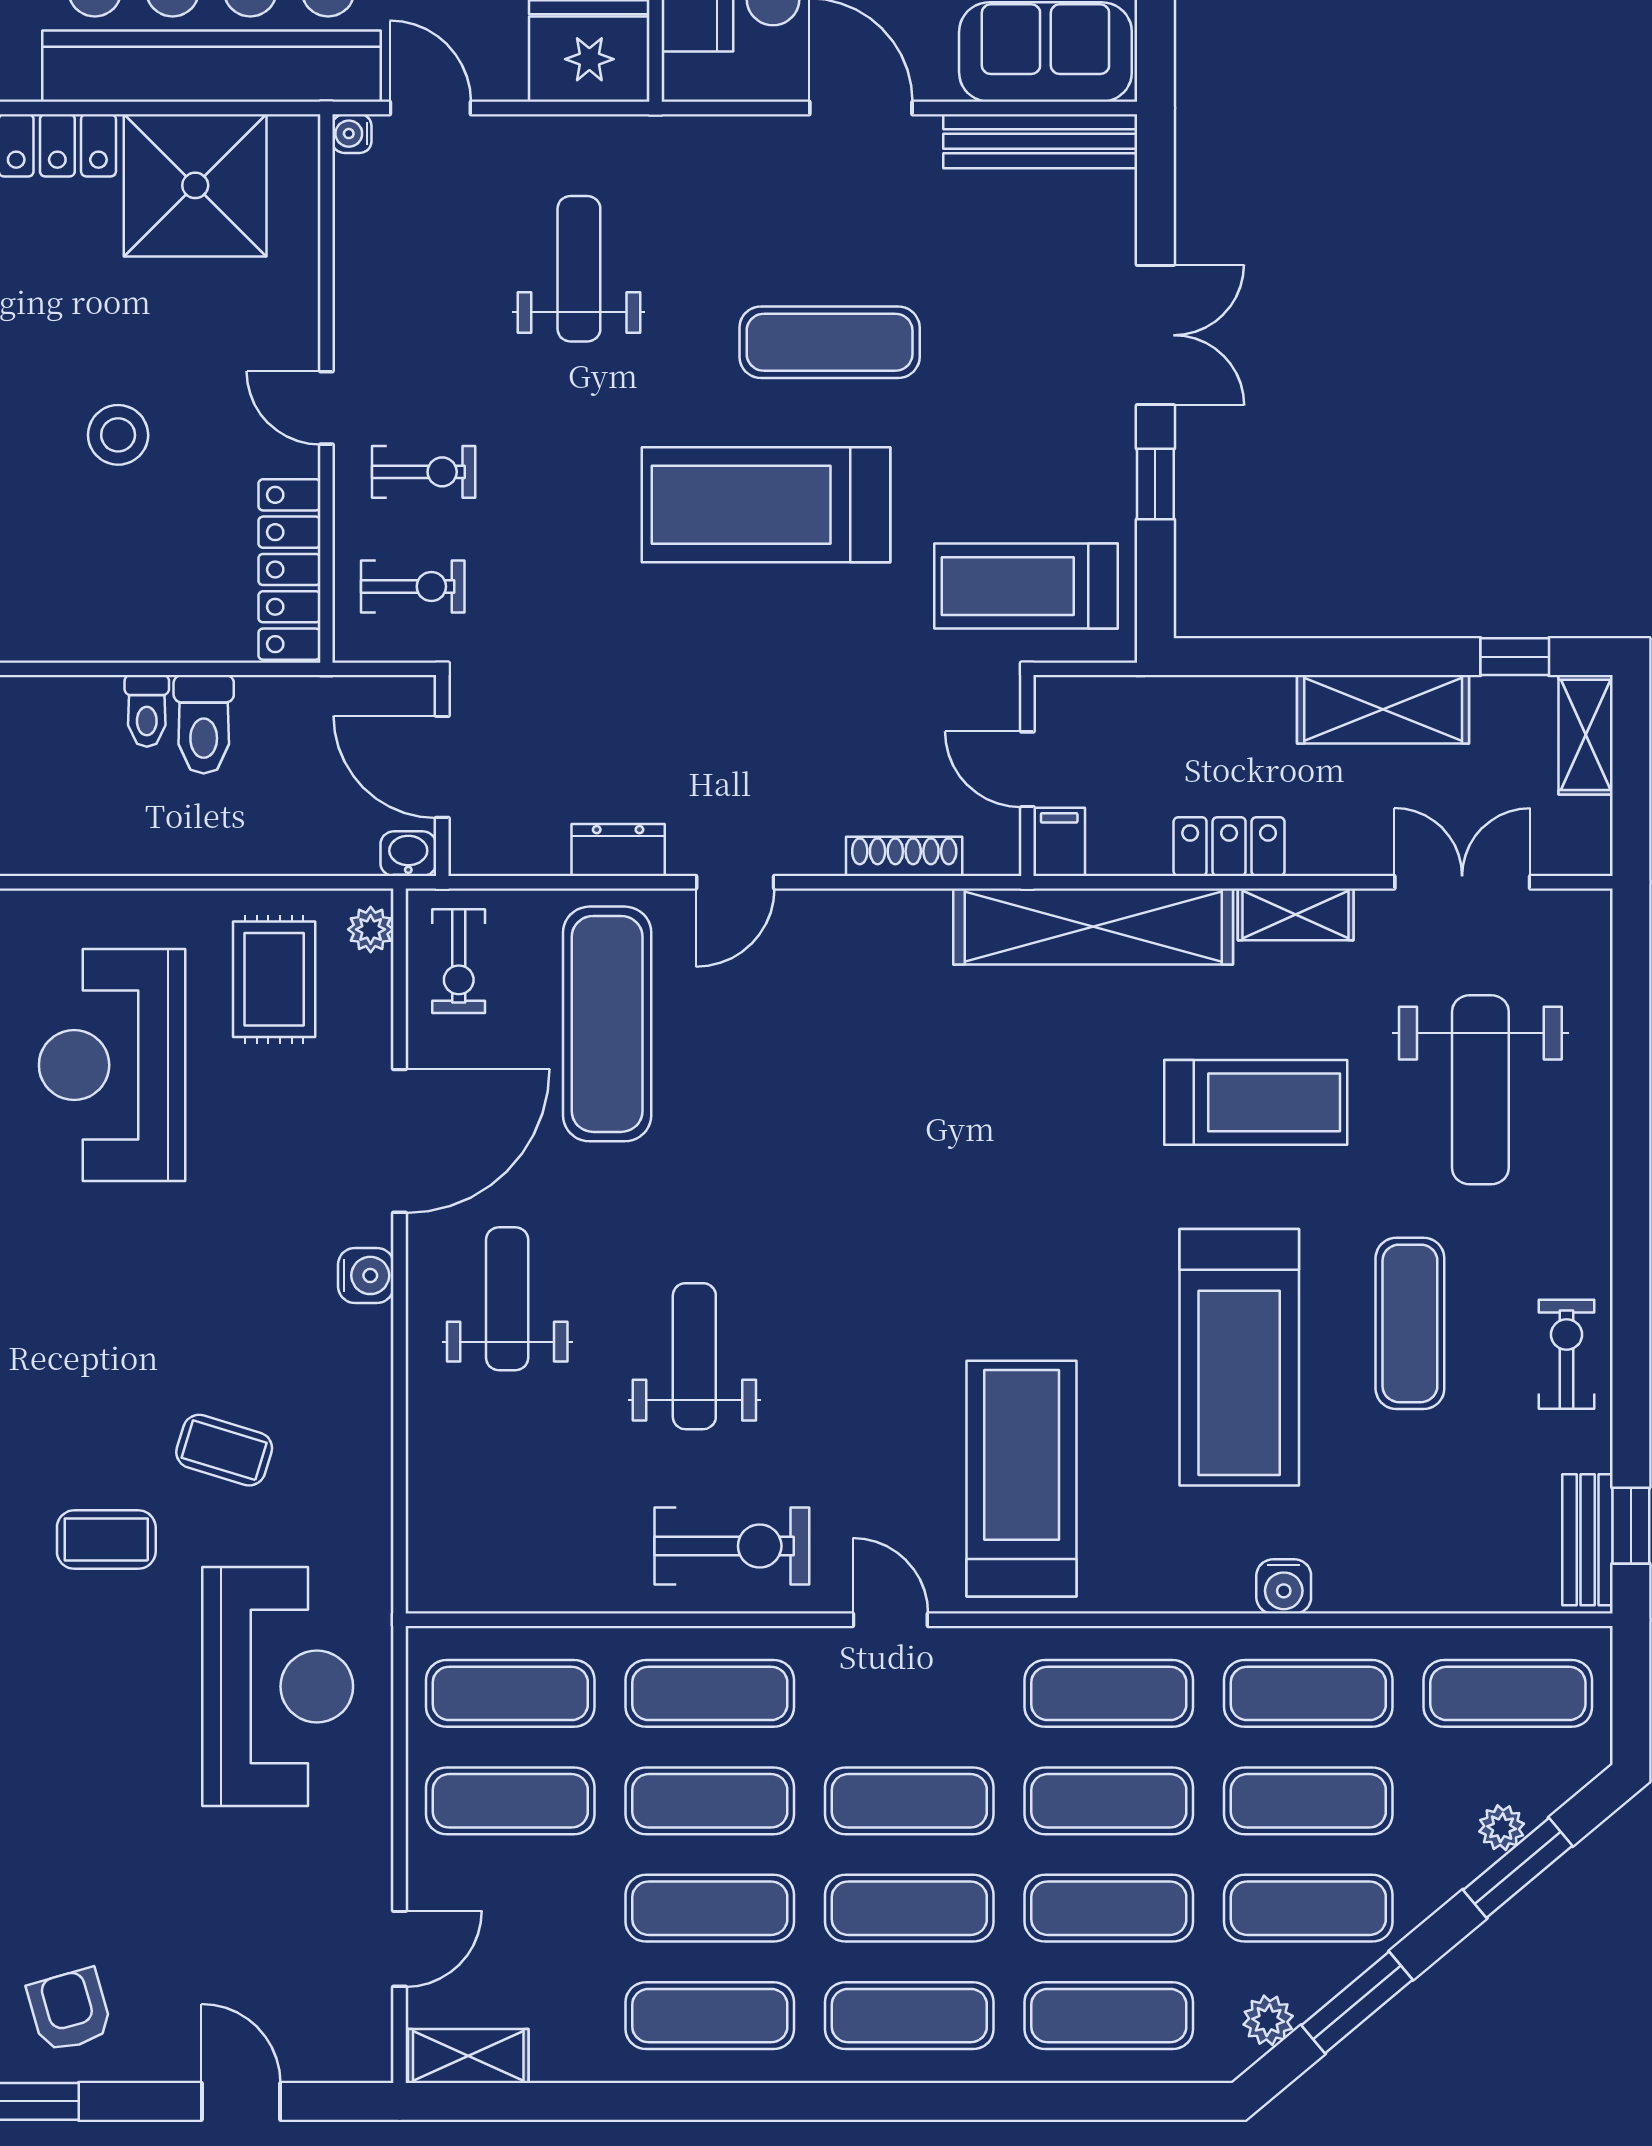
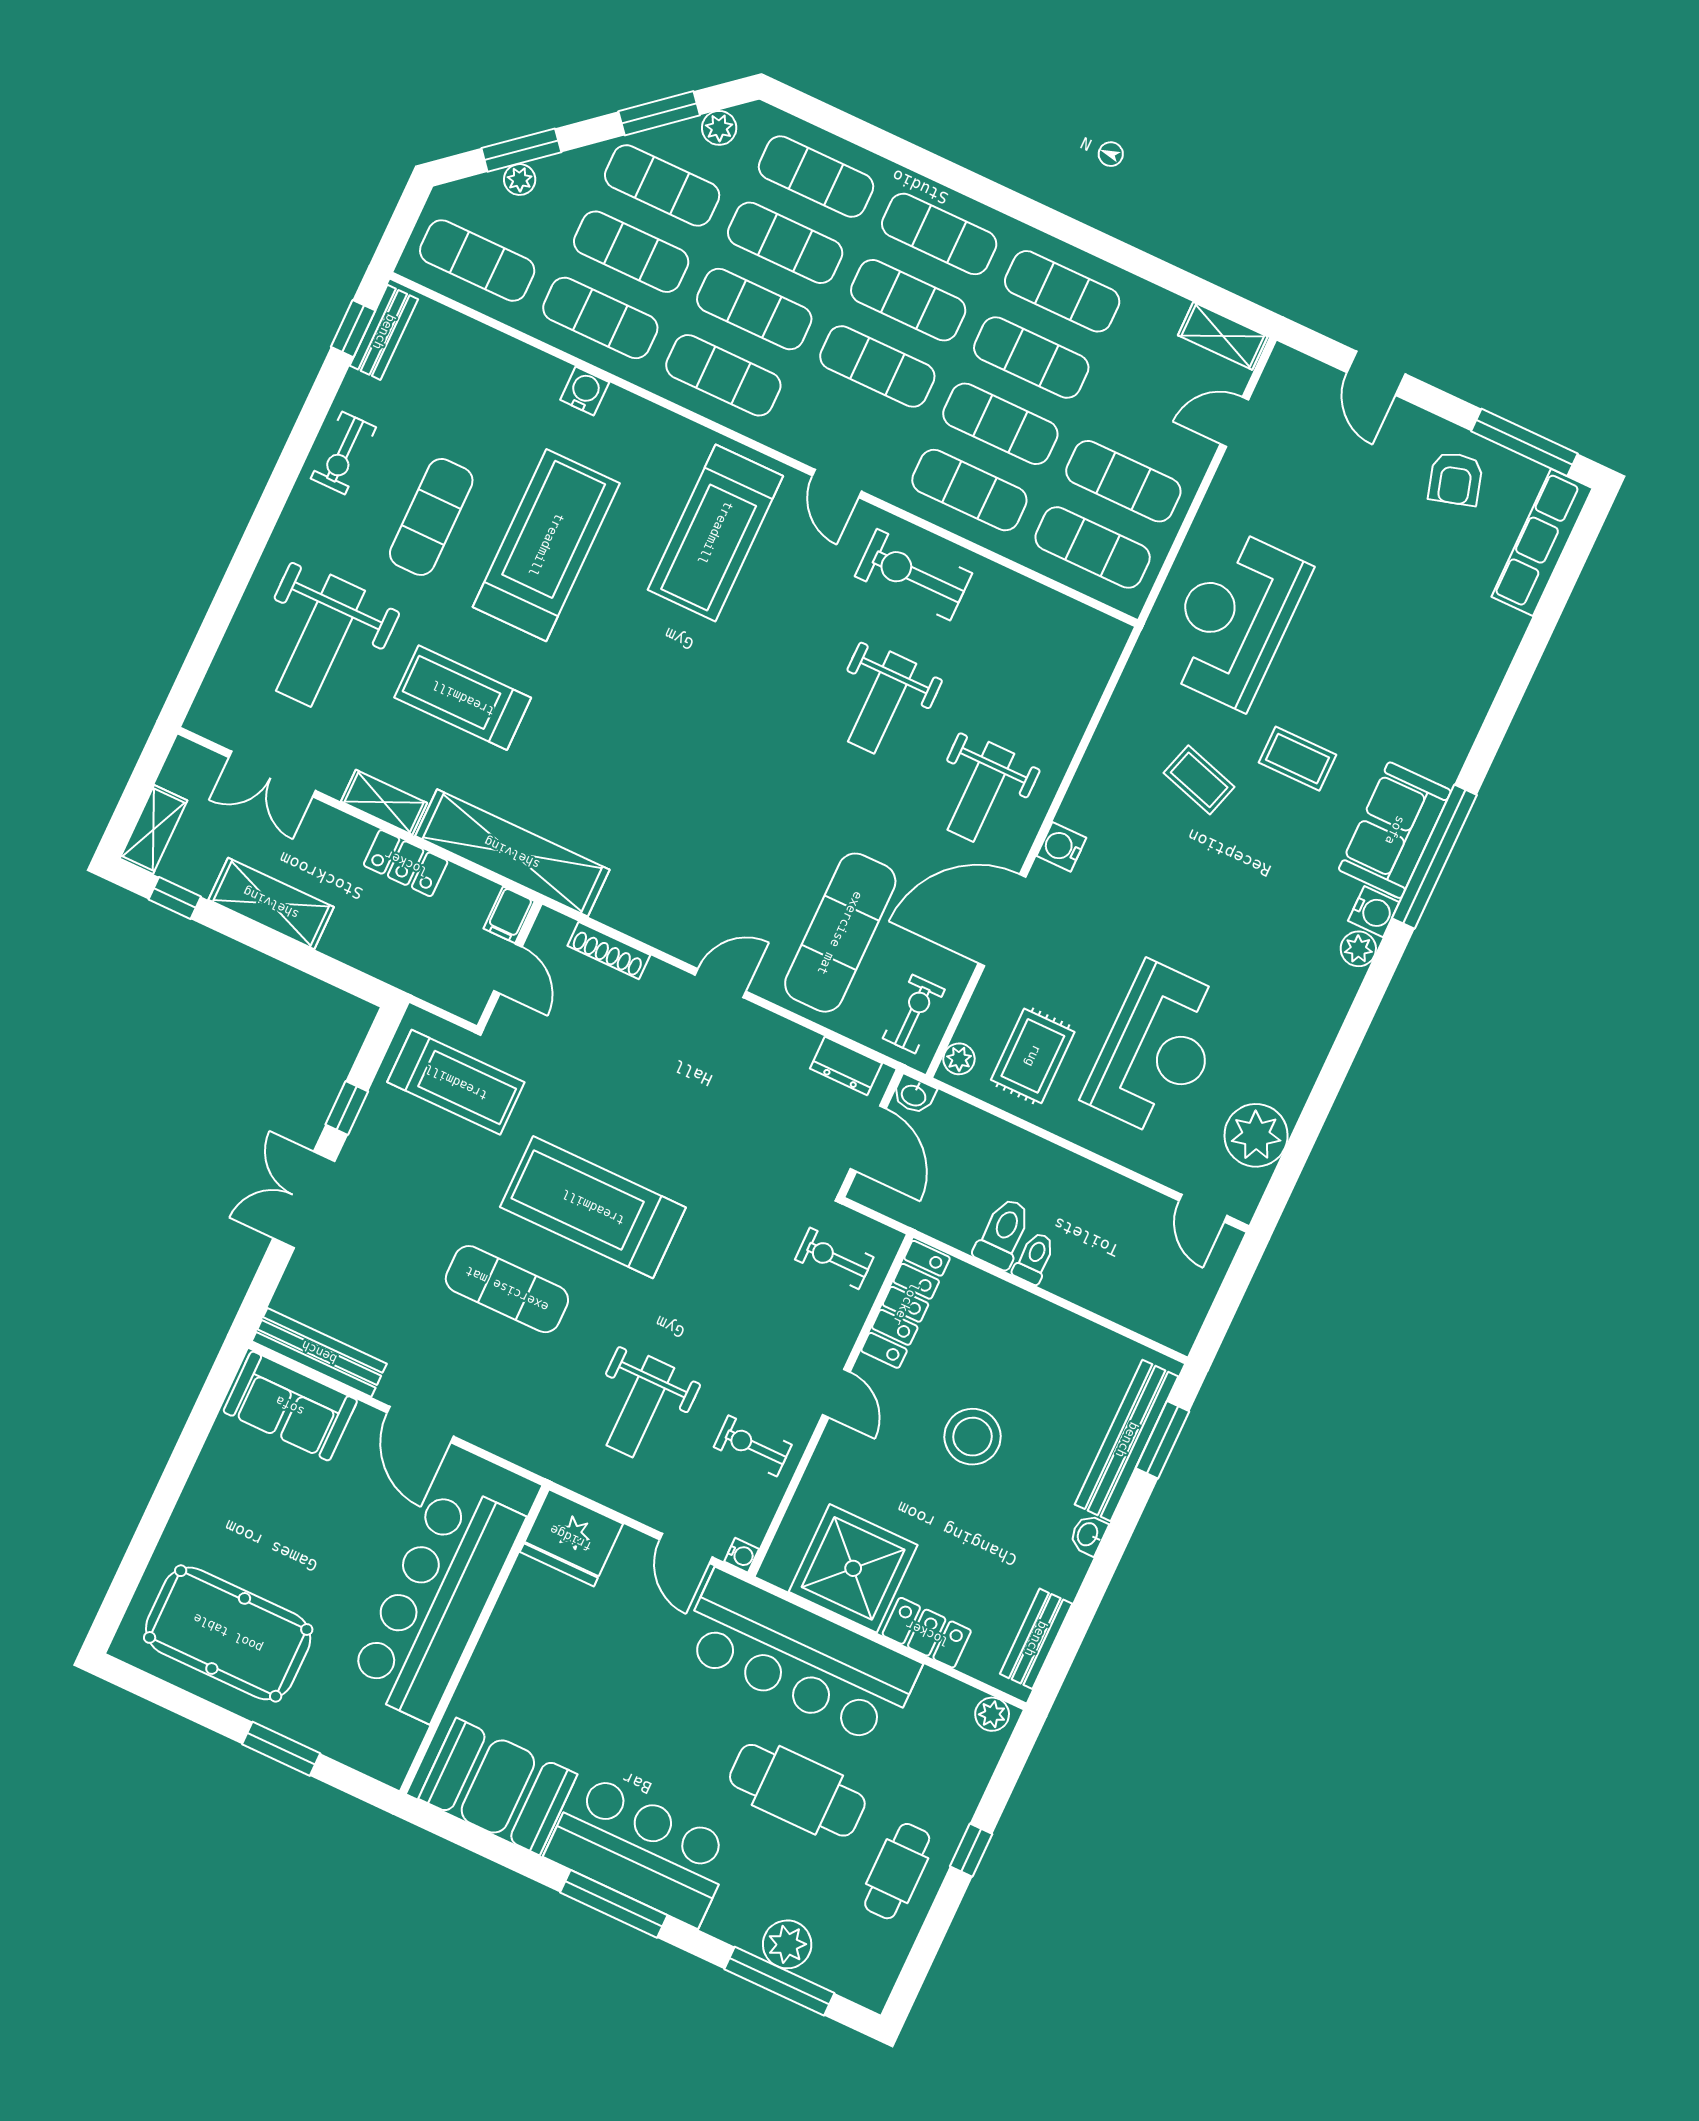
stool: (118, 435) -> (972, 1437), width x1.38, depth x1.38
exercise bike: (424, 472) -> (753, 1446), moved
treadmill: (766, 505) -> (593, 1207), turned 180
dresser: (618, 850) -> (846, 1066), moved
weight bench: (1480, 1090) -> (321, 641), turned 180

